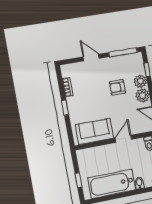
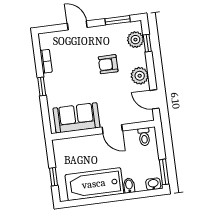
window: (123, 52) -> (118, 20), width x0.69
plant: (140, 81) -> (135, 40), moved
door: (123, 139) -> (112, 129), swing flipped

